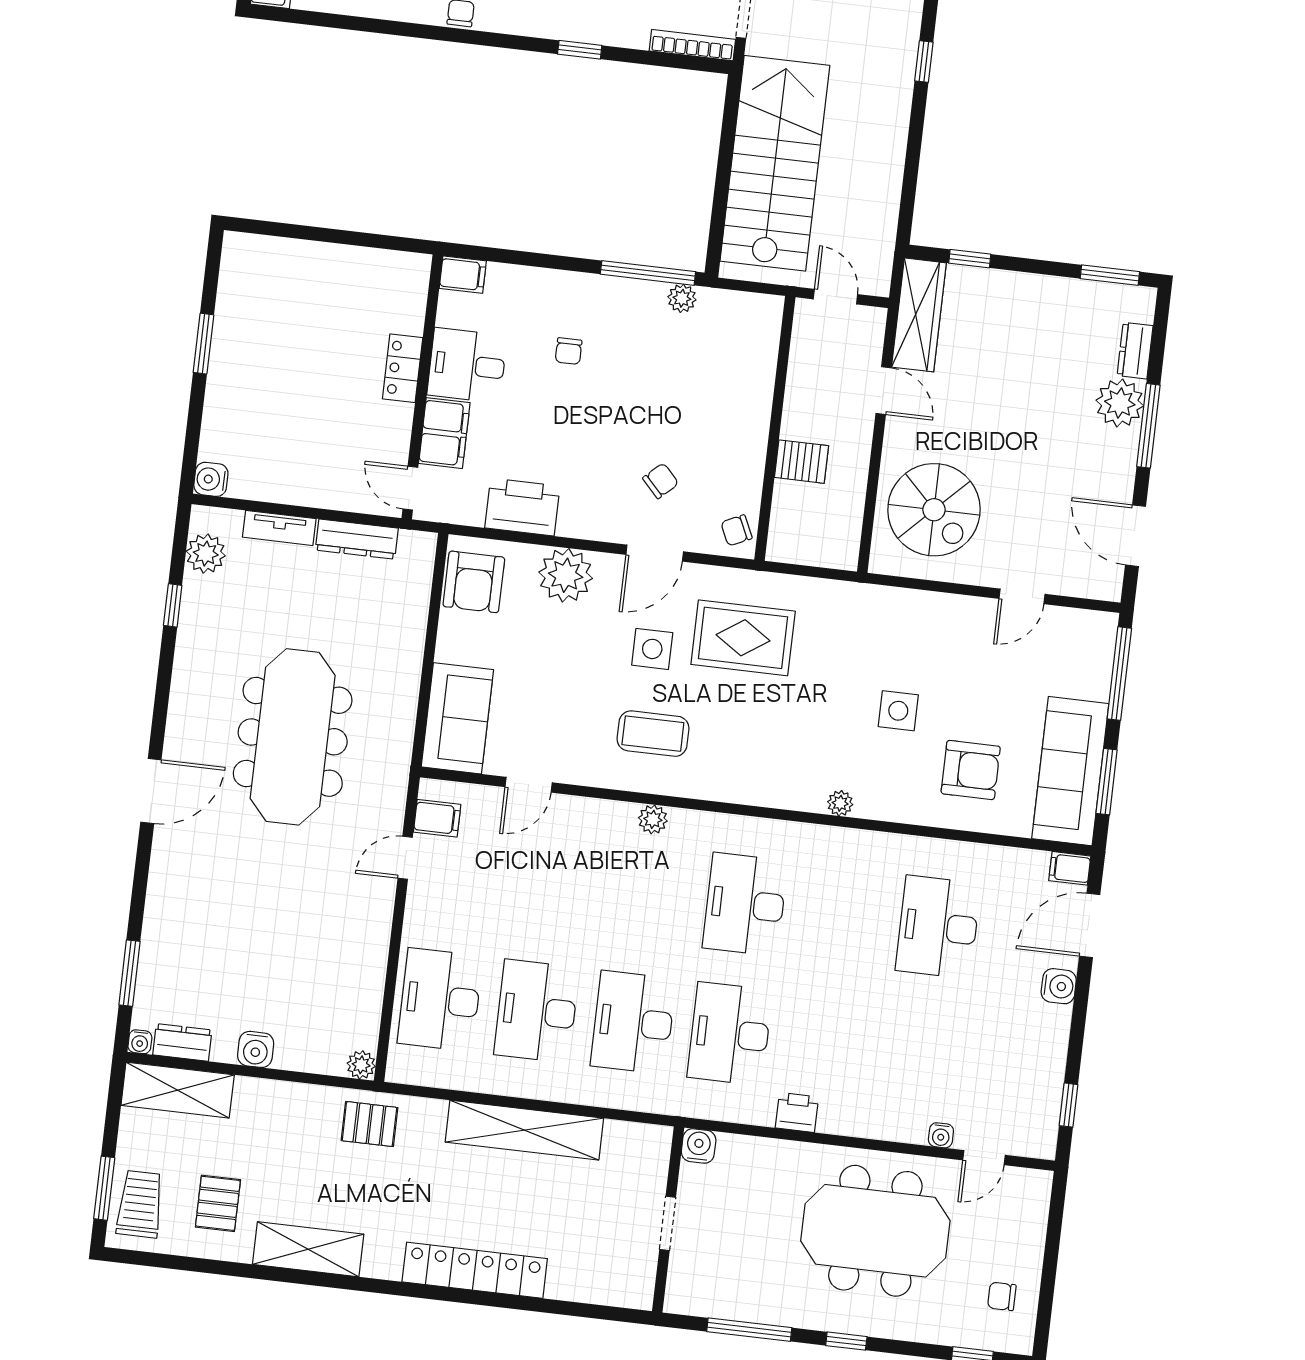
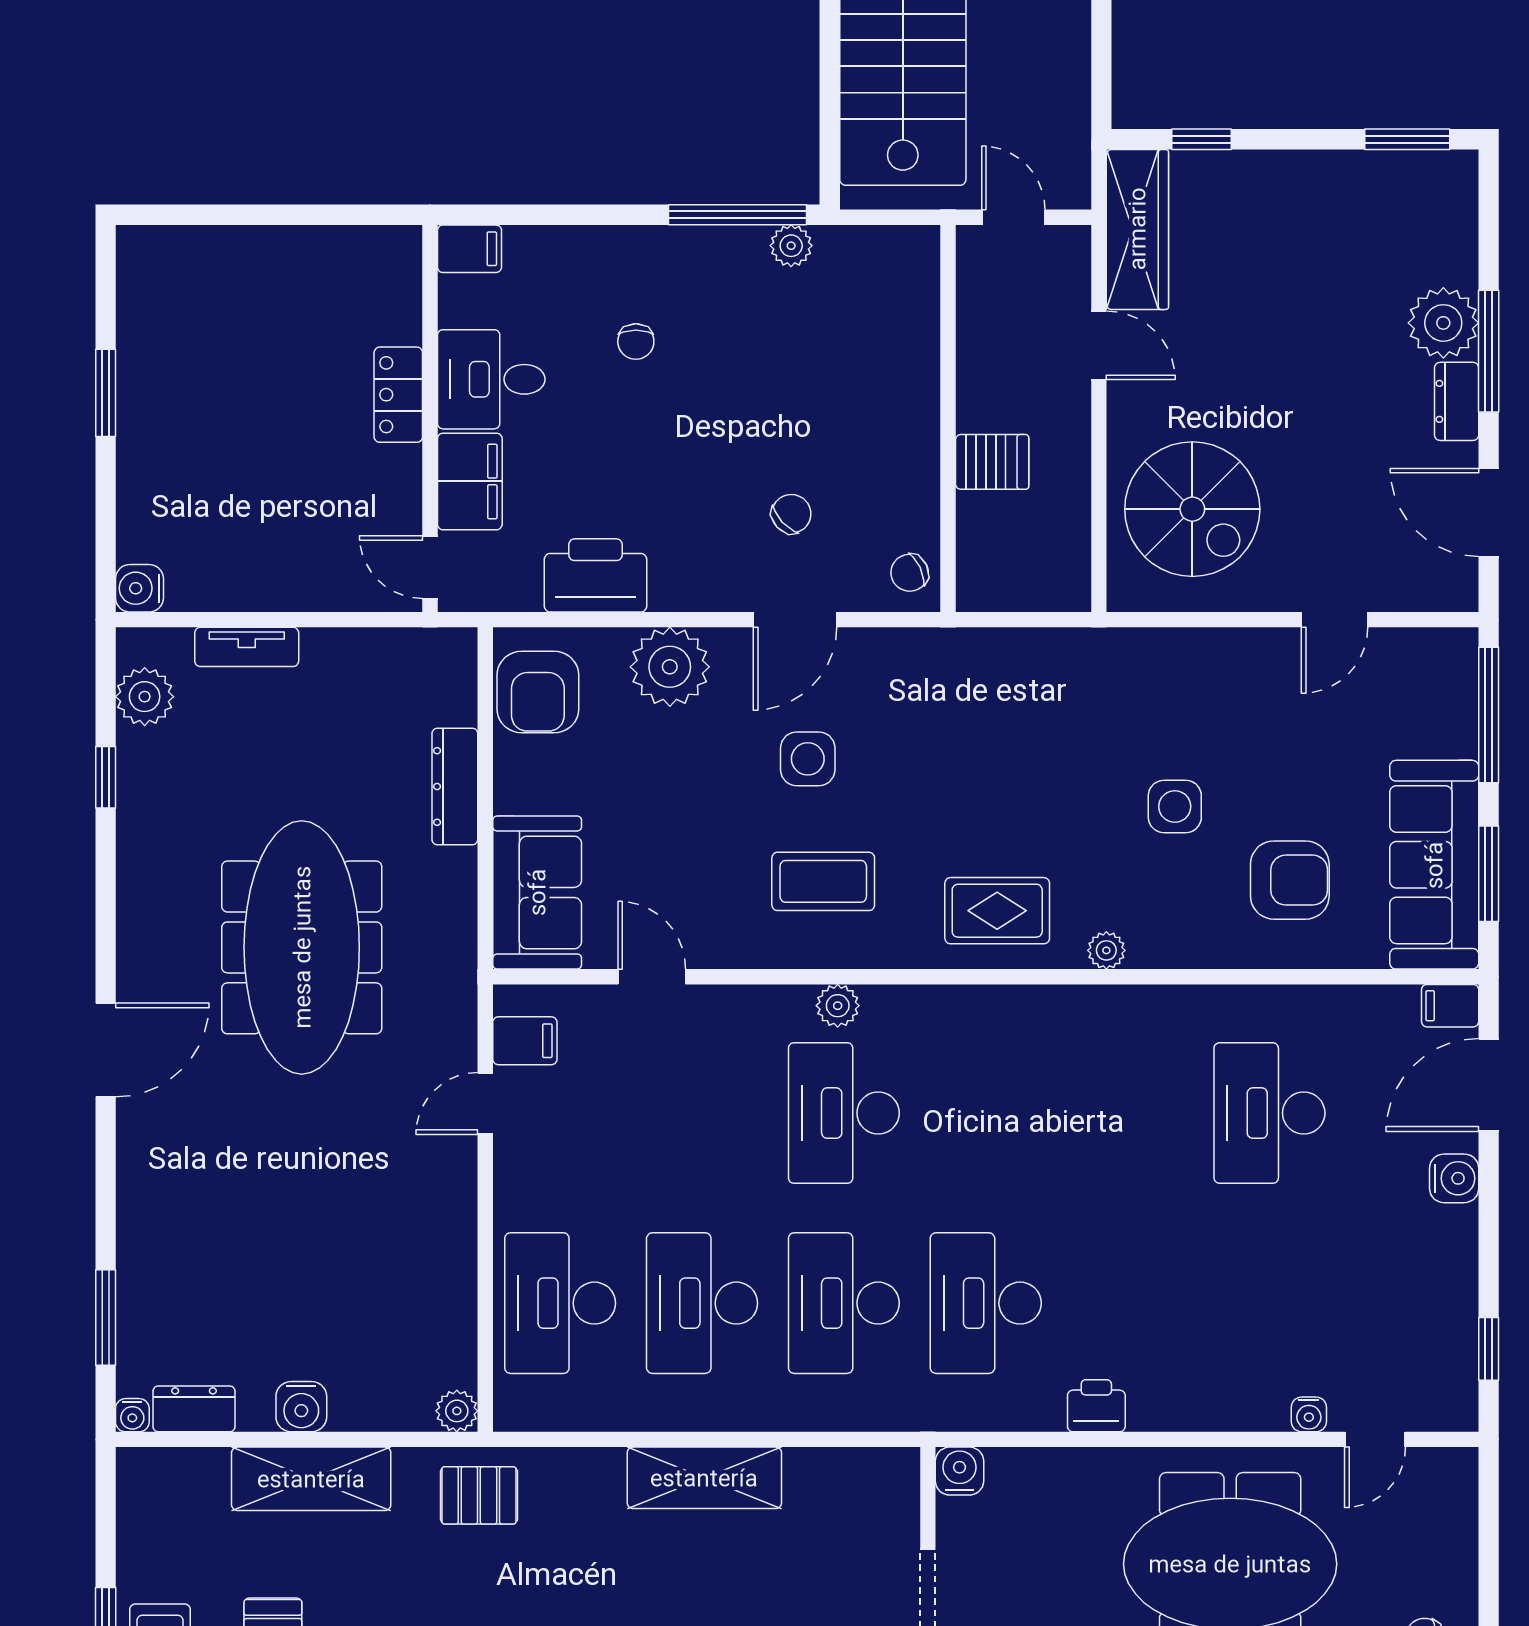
dresser: (1135, 351) -> (1457, 401), moved
dresser: (357, 539) -> (455, 786), moved, turned 90
rug: (743, 638) -> (997, 911), moved, width x0.73, depth x0.70
door: (529, 785) -> (652, 977), swing flipped
desk: (745, 904) -> (844, 1113), moved
shelving: (178, 1090) -> (311, 1479), moved
shelving: (524, 1130) -> (704, 1478), width x0.68

